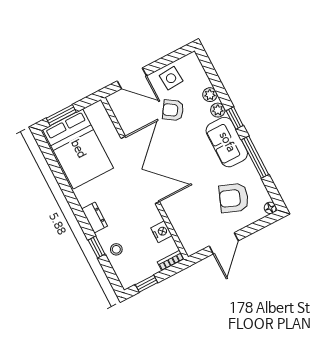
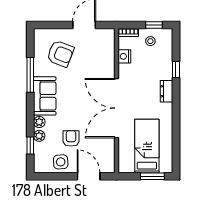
armchair: (173, 110) -> (71, 138), turned -124
window: (235, 118) -> (30, 145), moved
bed: (78, 149) -> (147, 146), width x0.67
floor lamp: (270, 208) -> (38, 33), removed
stool: (116, 249) -> (150, 41), moved

